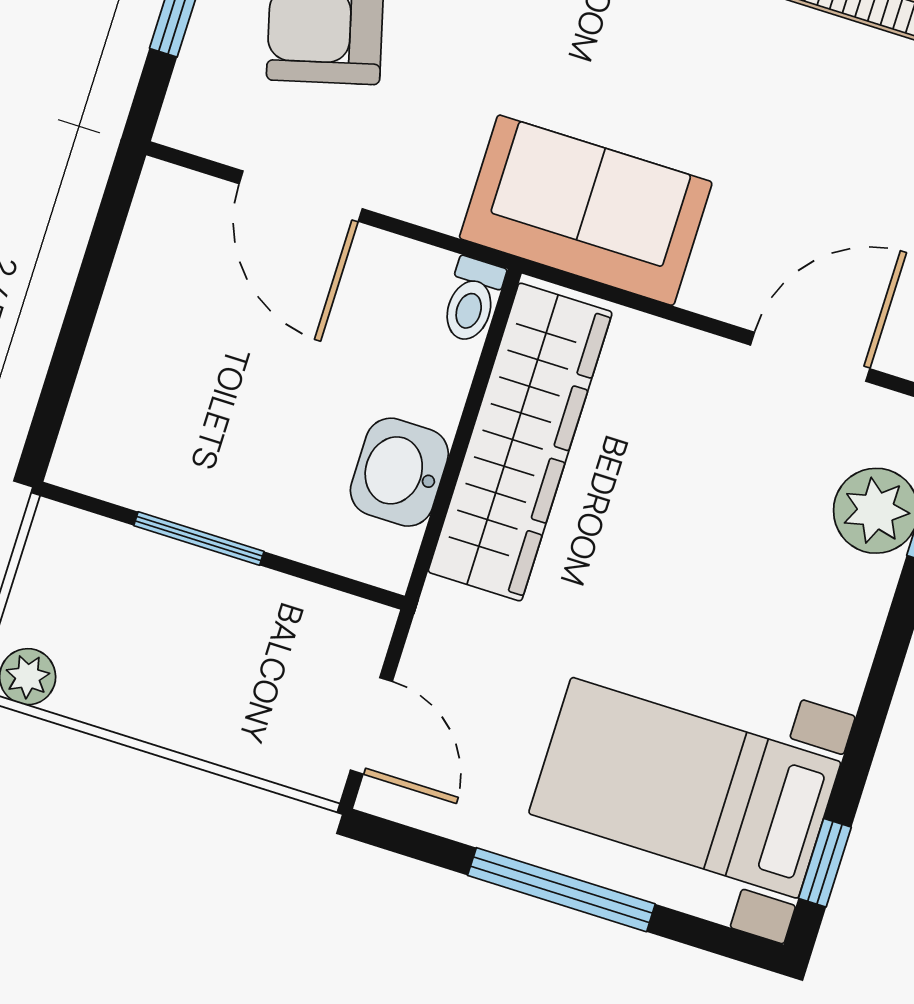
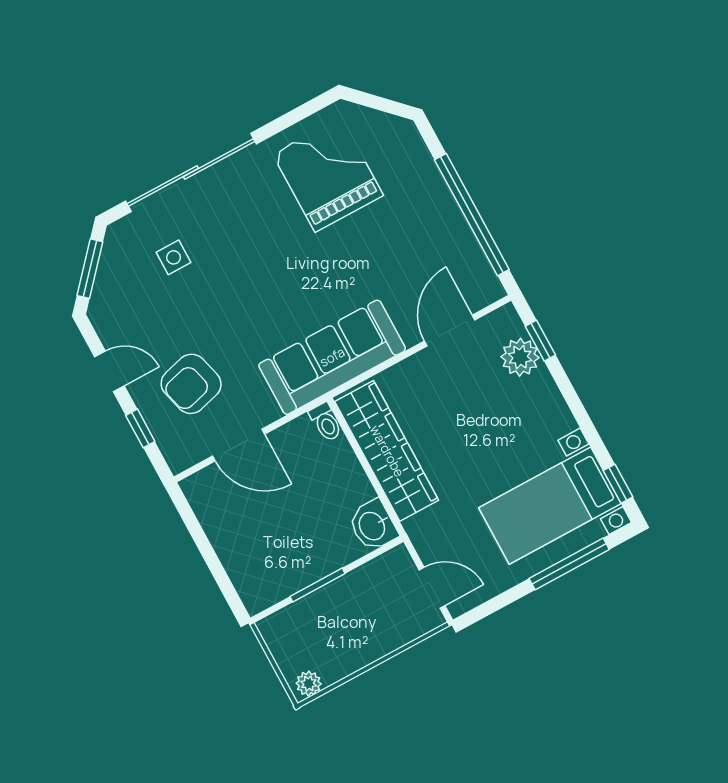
sofa: (586, 210) -> (332, 357), width x1.36
washbasin: (399, 472) -> (373, 526), moved
window: (561, 890) -> (569, 564), moved

